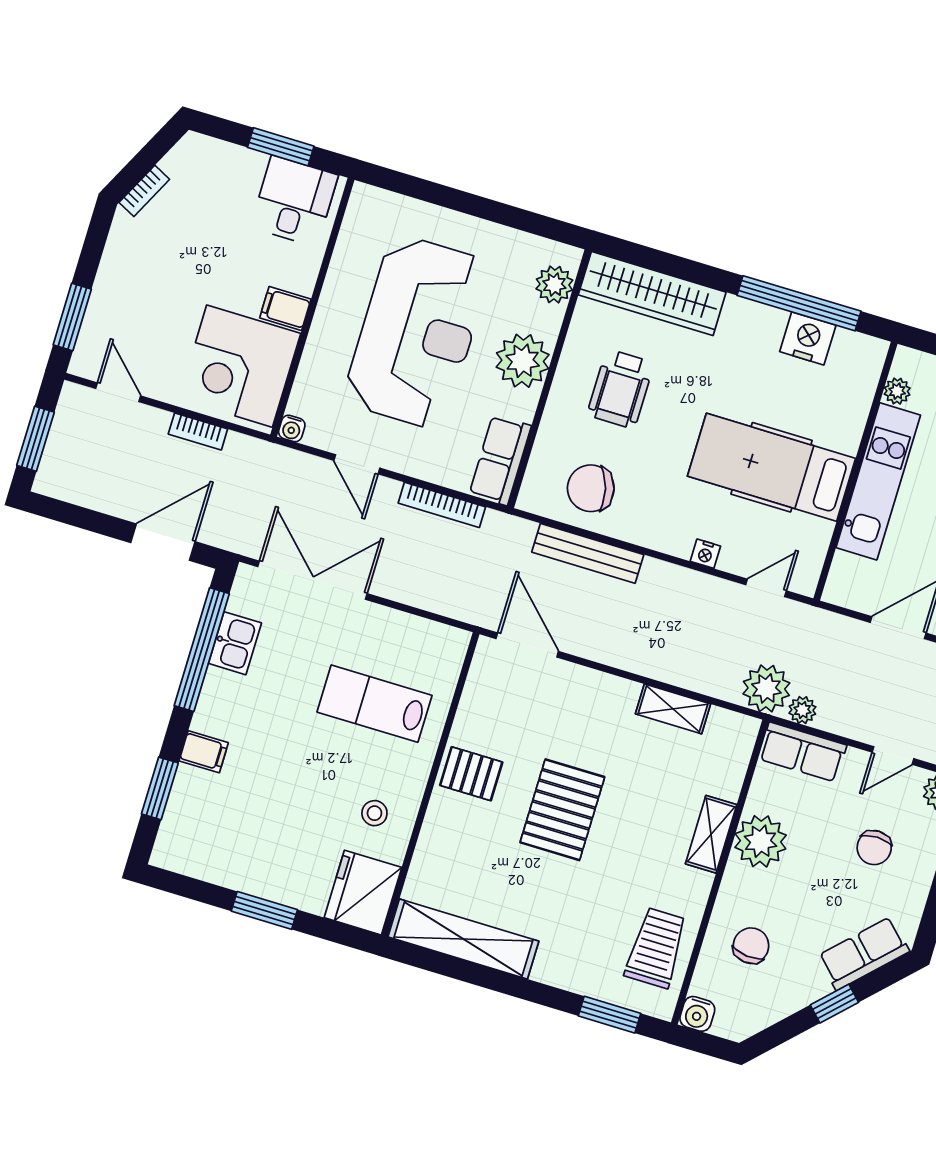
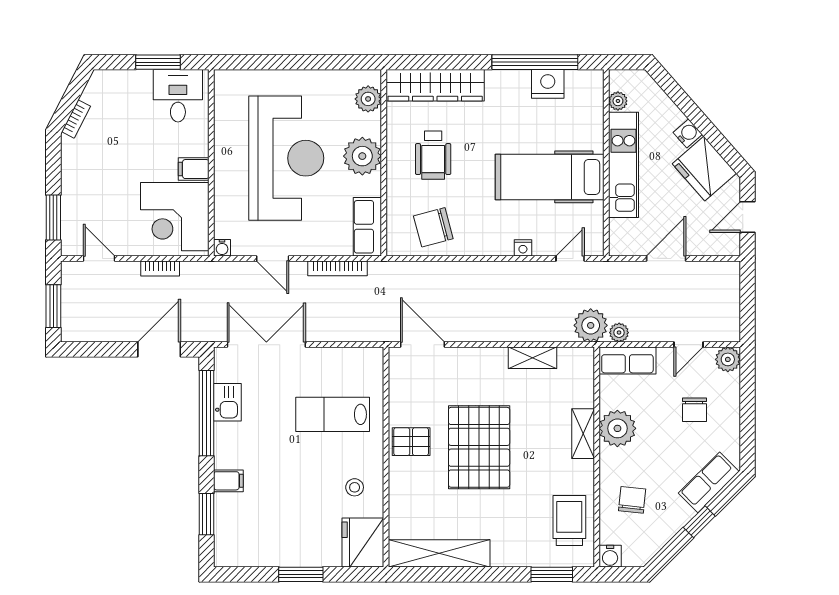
bench: (588, 553) -> (444, 271), removed
pallet: (562, 810) -> (479, 447), width x1.37, depth x1.41

